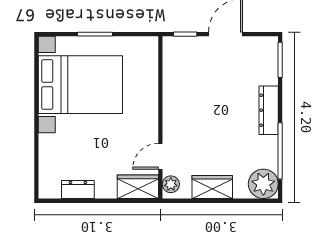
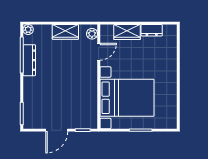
bed with nightstands: (80, 85) -> (127, 98), moved, turned 180
dresser: (269, 110) -> (29, 60), moved
plant: (263, 184) -> (28, 30), width x0.53, depth x0.53
wardrobe: (138, 187) -> (127, 32), moved

